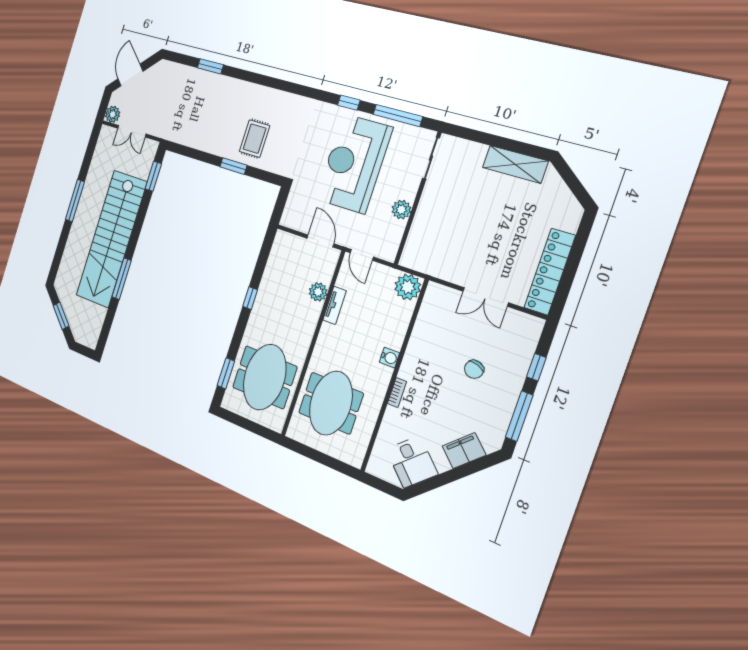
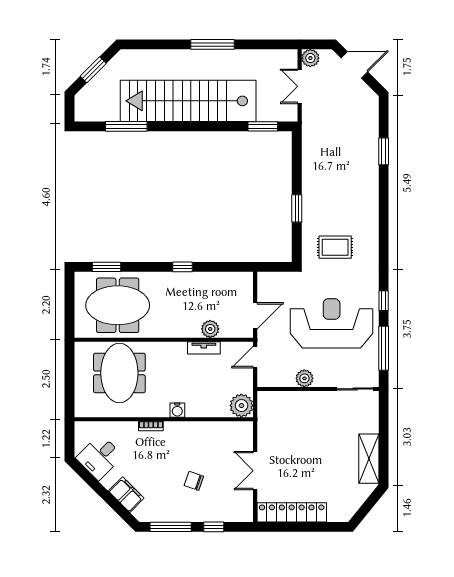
rug: (255, 139) -> (335, 247), moved
window: (122, 279) -> (126, 126), moved
meeting table: (331, 403) -> (119, 373), turned 90

